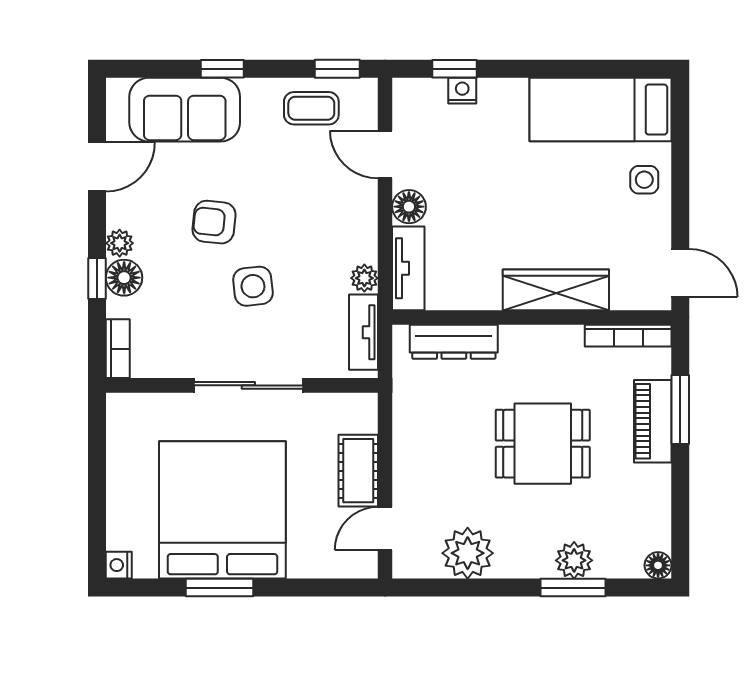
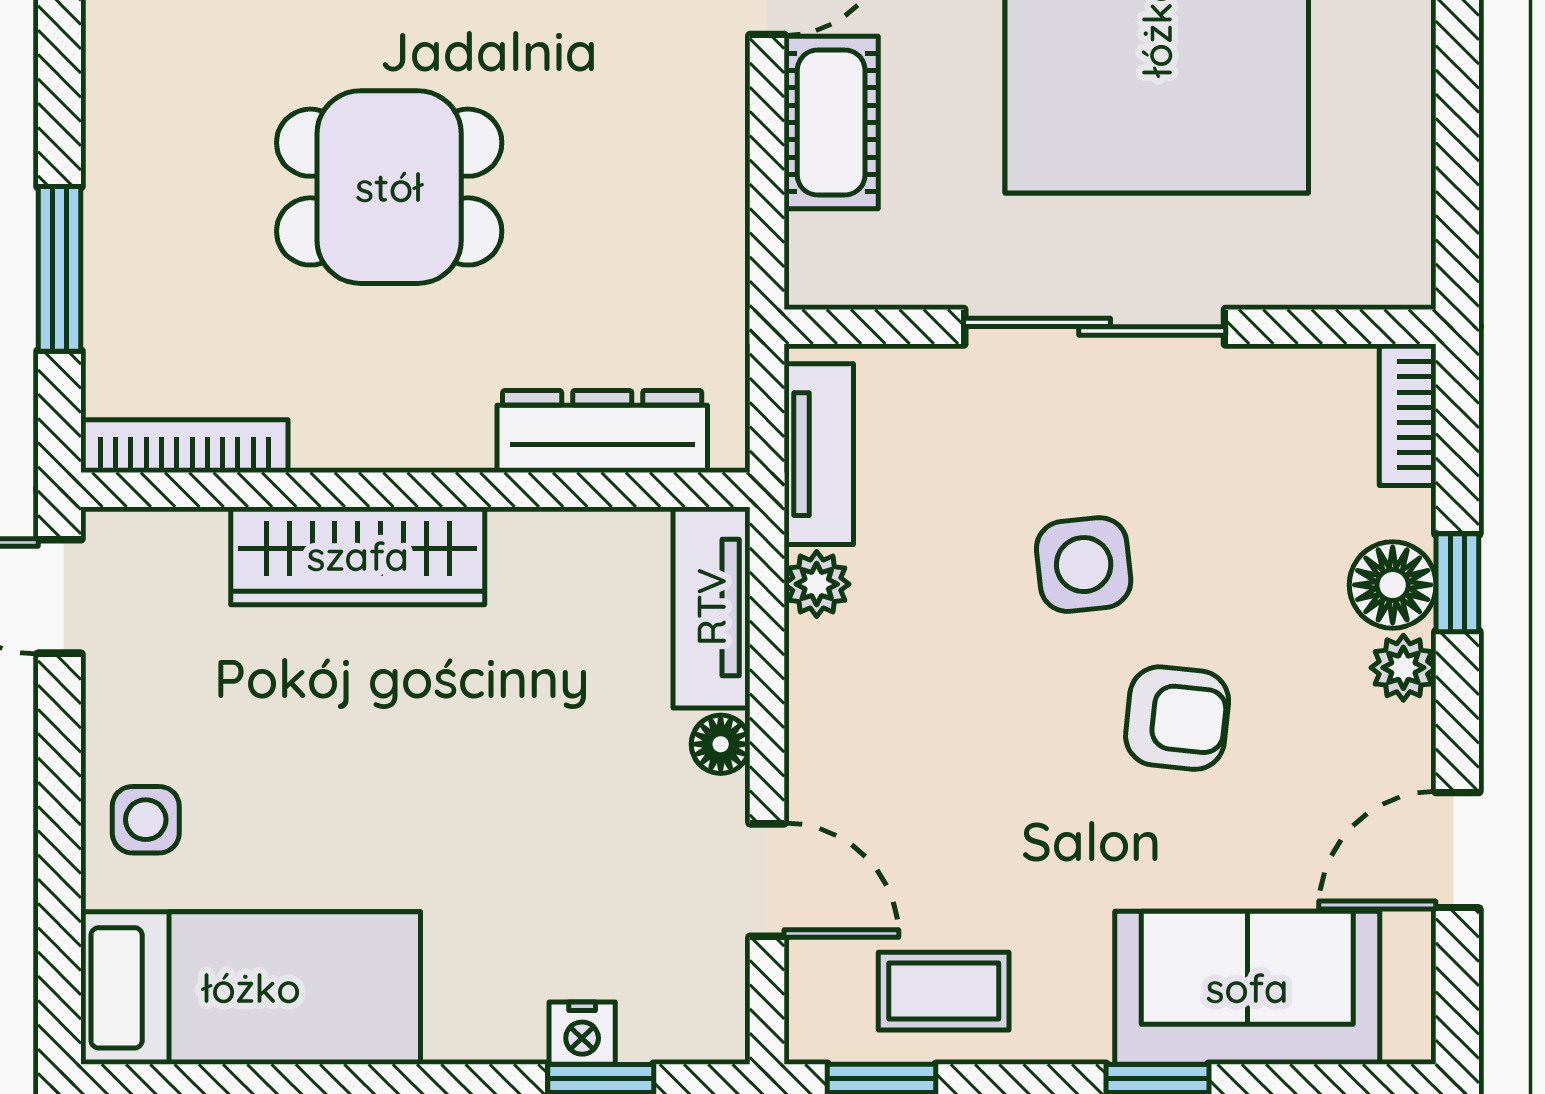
floor lamp: (409, 207) -> (721, 744), width x0.73, depth x0.73
piano: (653, 421) -> (125, 241), removed

